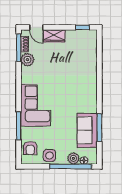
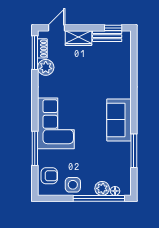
door: (36, 27) -> (57, 28), swing flipped
bench: (78, 34) -> (107, 36), added
sofa: (87, 130) -> (119, 120), moved
armchair: (30, 148) -> (49, 176), turned -90

